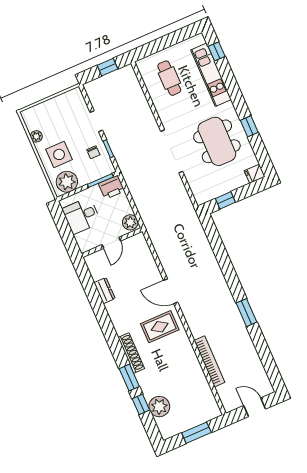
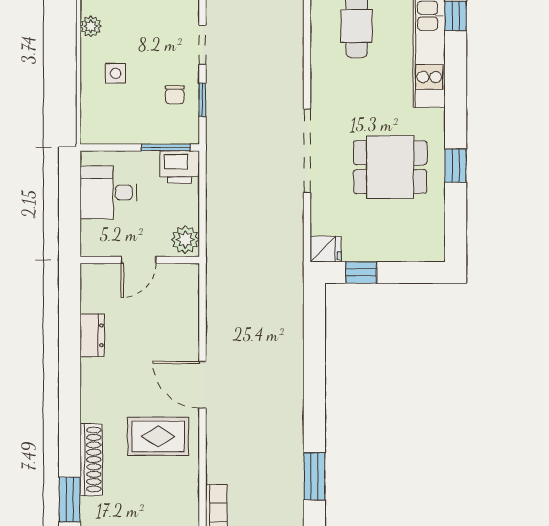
dining table: (217, 141) -> (390, 167), width x0.73
side table: (59, 154) -> (116, 73), width x0.54, depth x0.54
fridge: (255, 174) -> (326, 249), moved, turned 180
plant: (67, 182) -> (109, 125), removed

